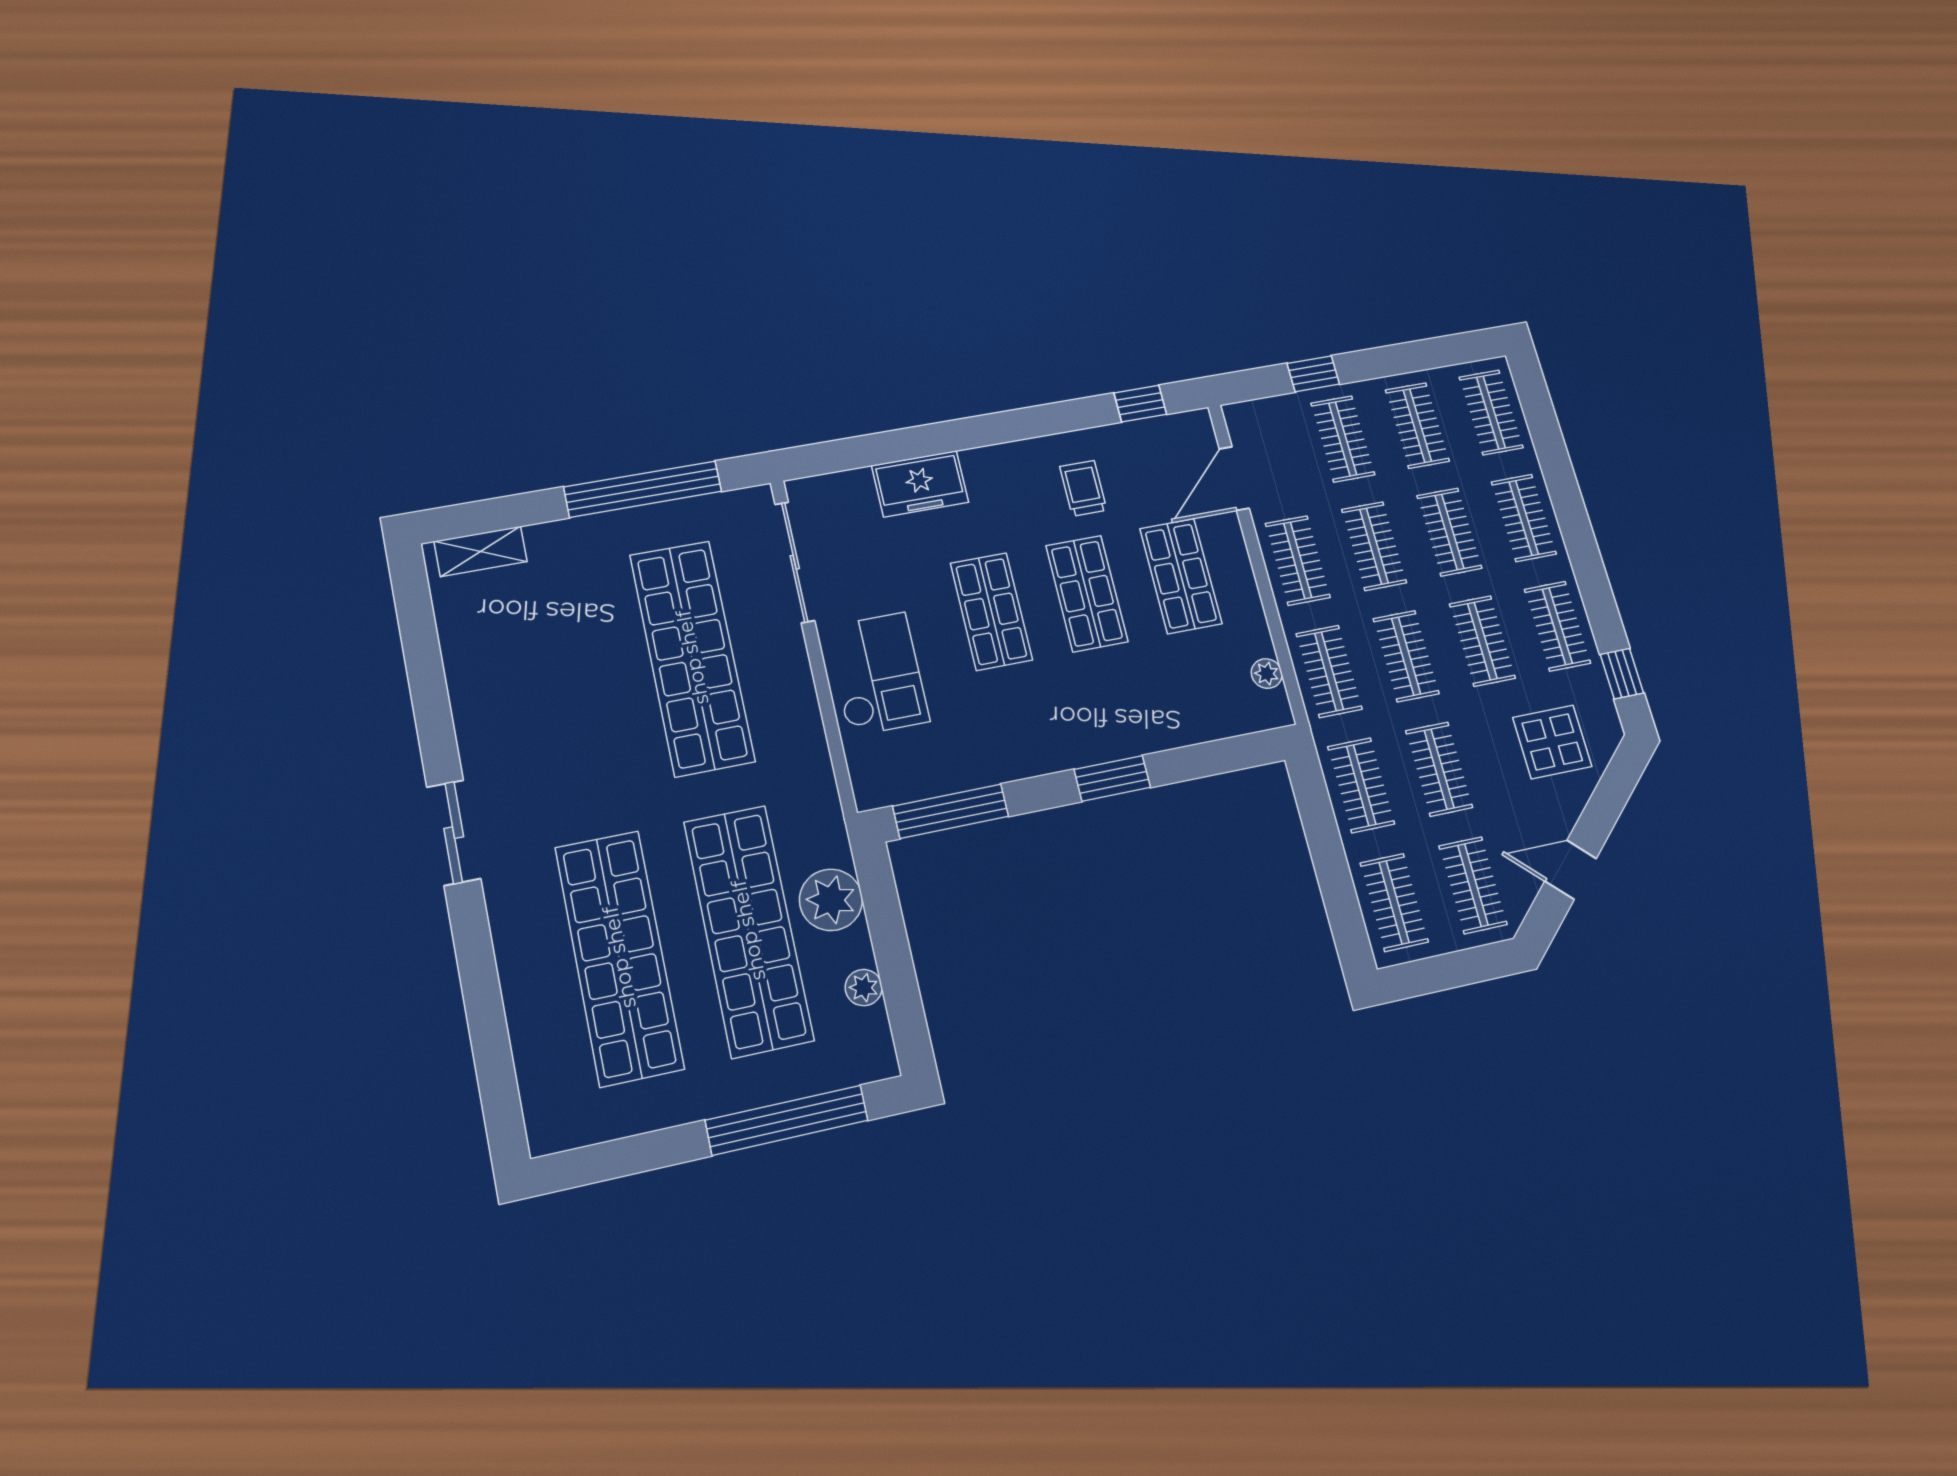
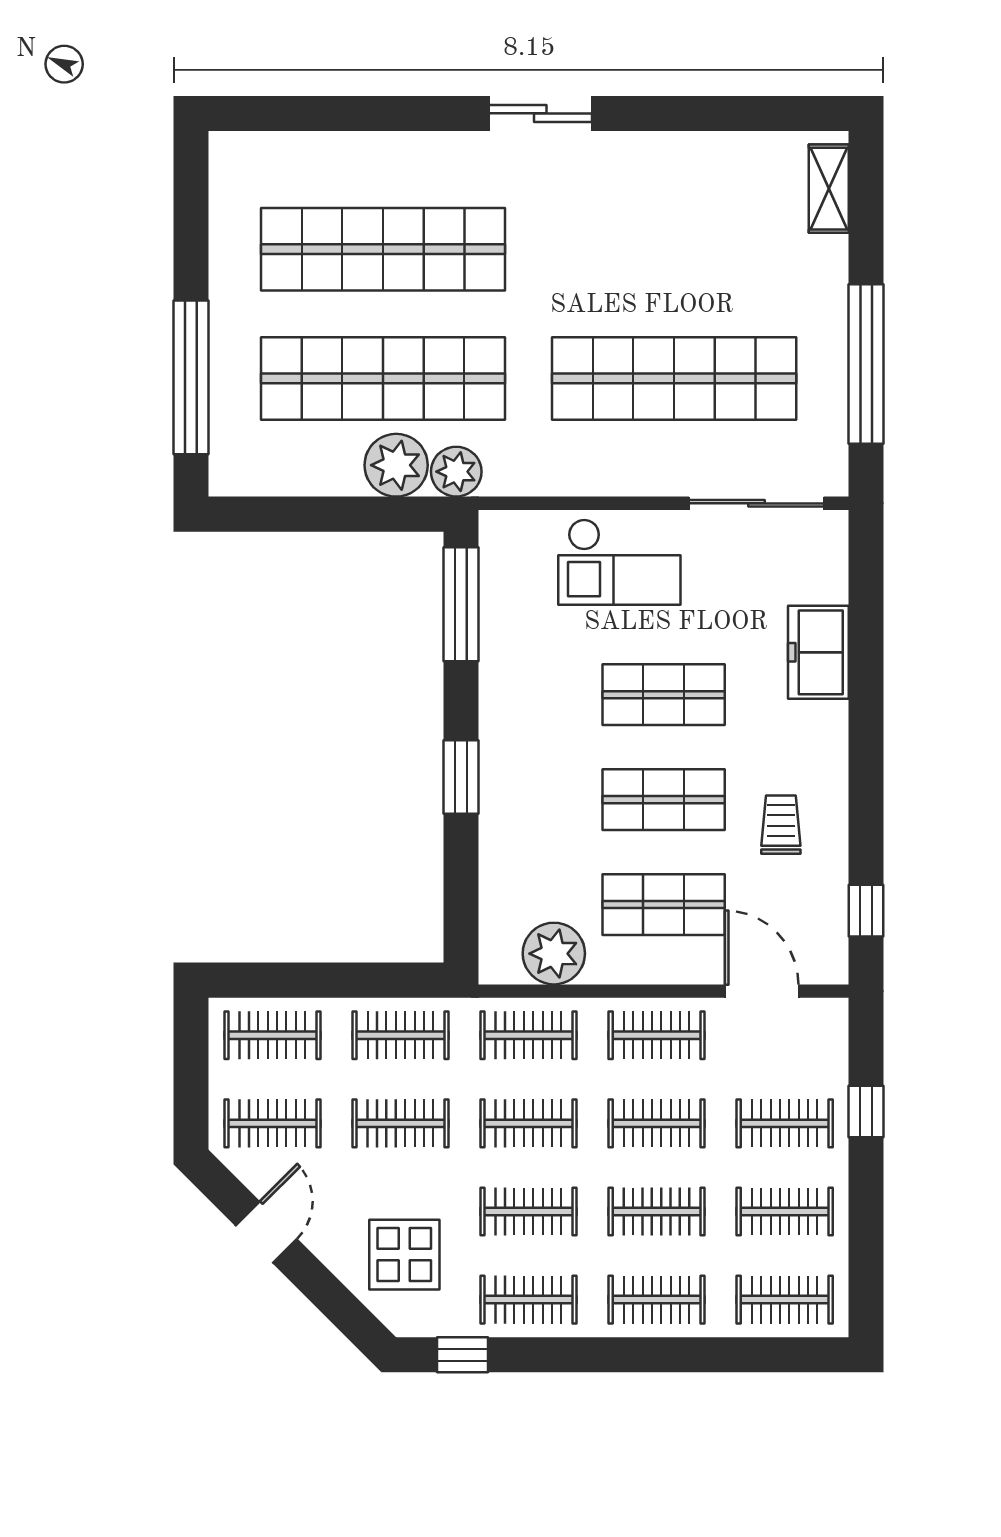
trolley: (1083, 488) -> (781, 825), turned -90
plant: (1267, 674) -> (554, 954), width x1.88, depth x1.88
plant: (864, 988) -> (456, 472), moved, width x1.38, depth x1.38

